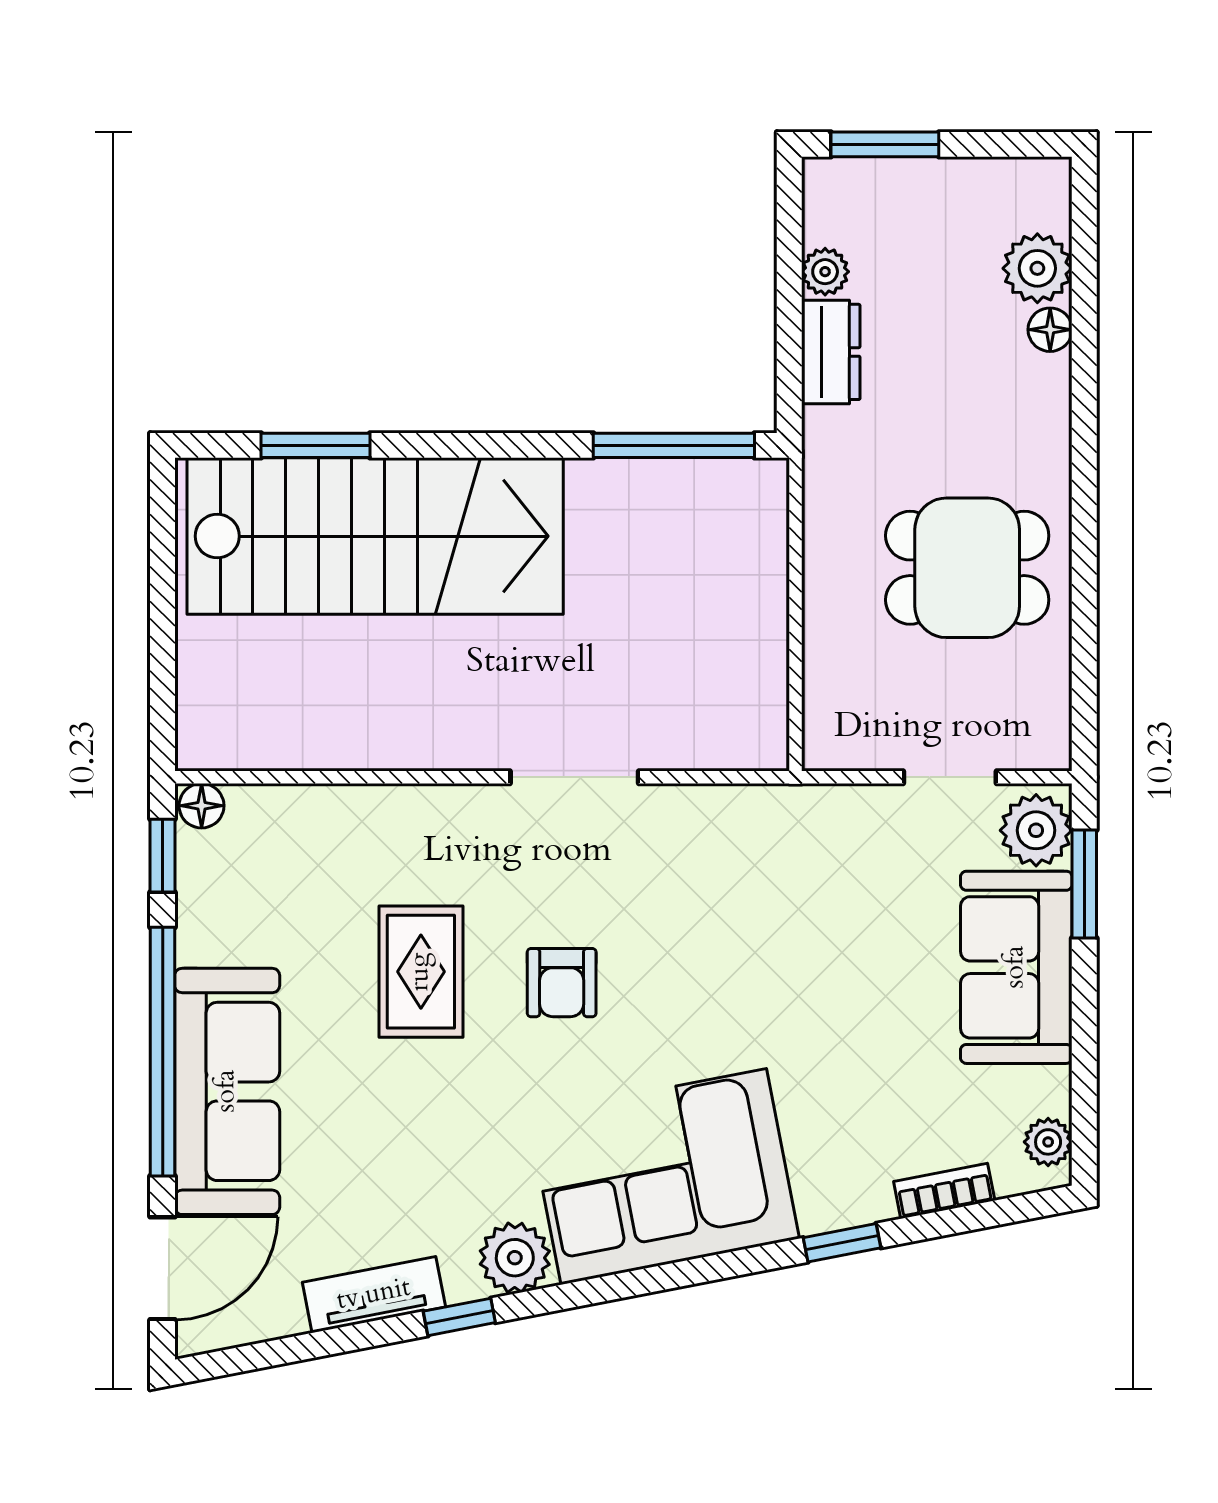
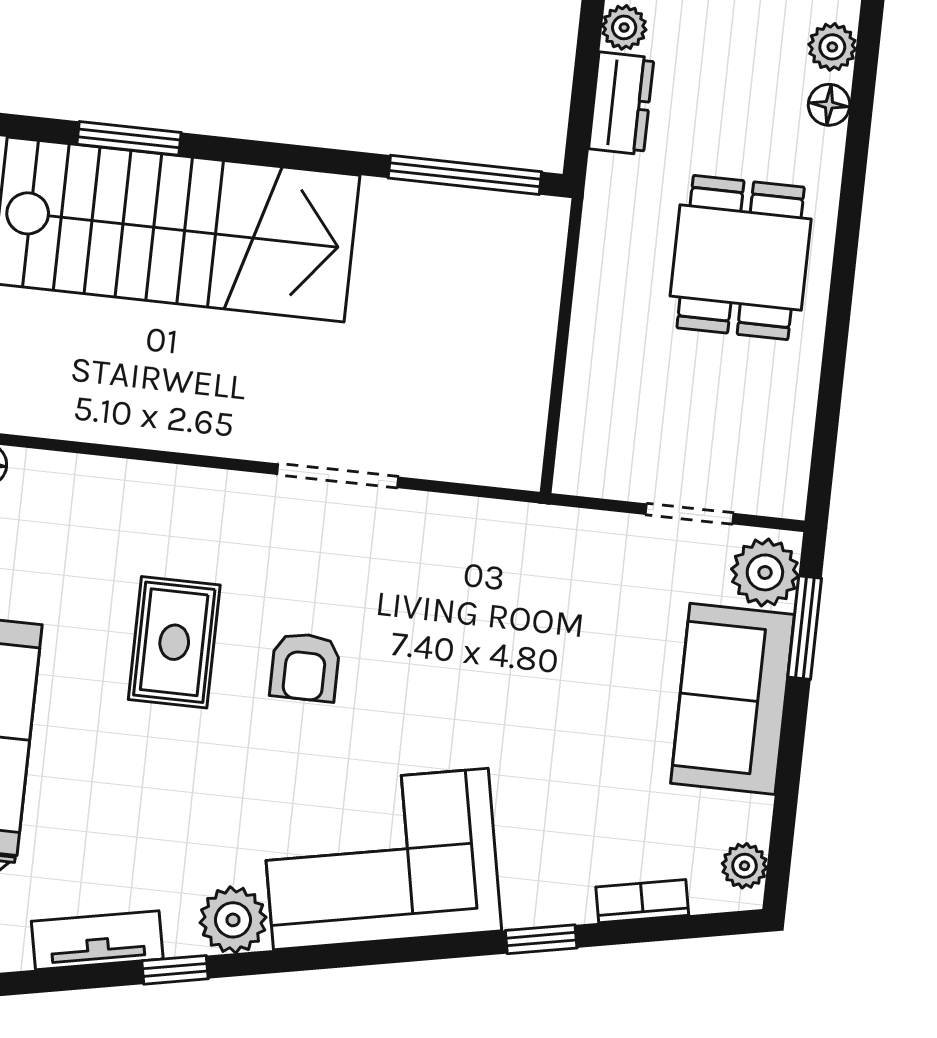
plant: (1037, 268) -> (832, 47), width x0.73, depth x0.73
dining table: (967, 568) -> (741, 258), moved, turned 90

